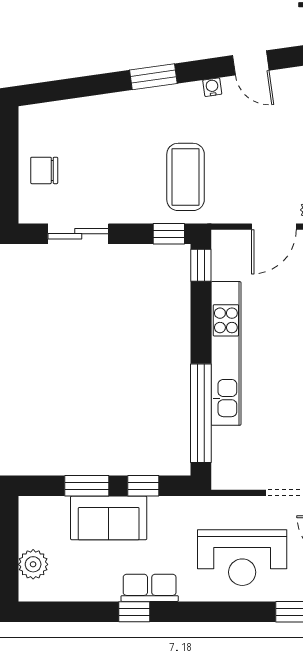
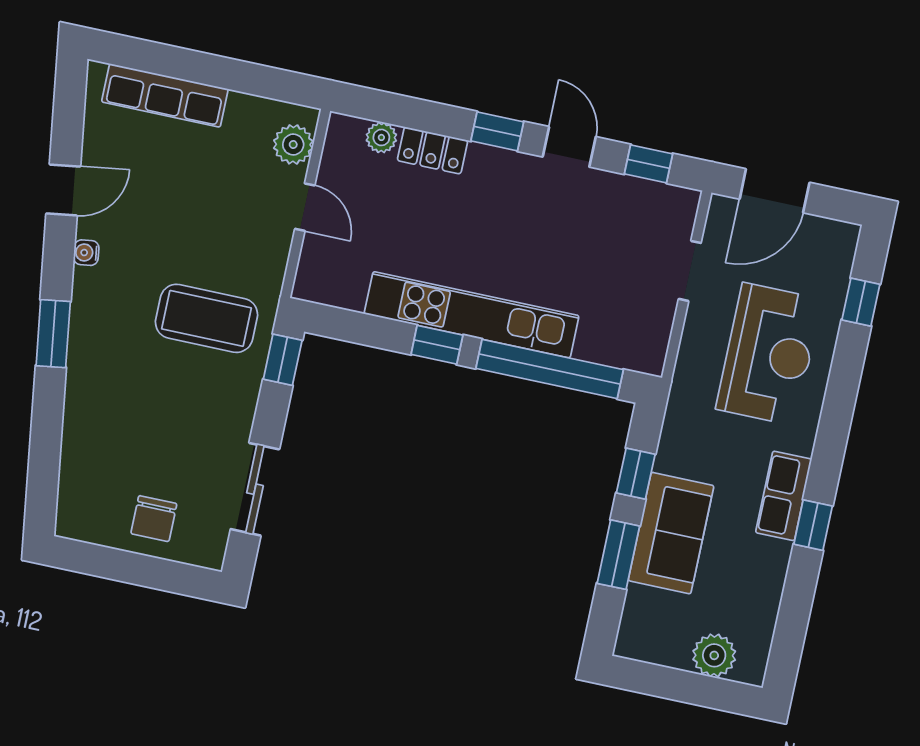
door: (274, 227) -> (305, 207), width x0.73
window: (201, 265) -> (437, 345), moved

